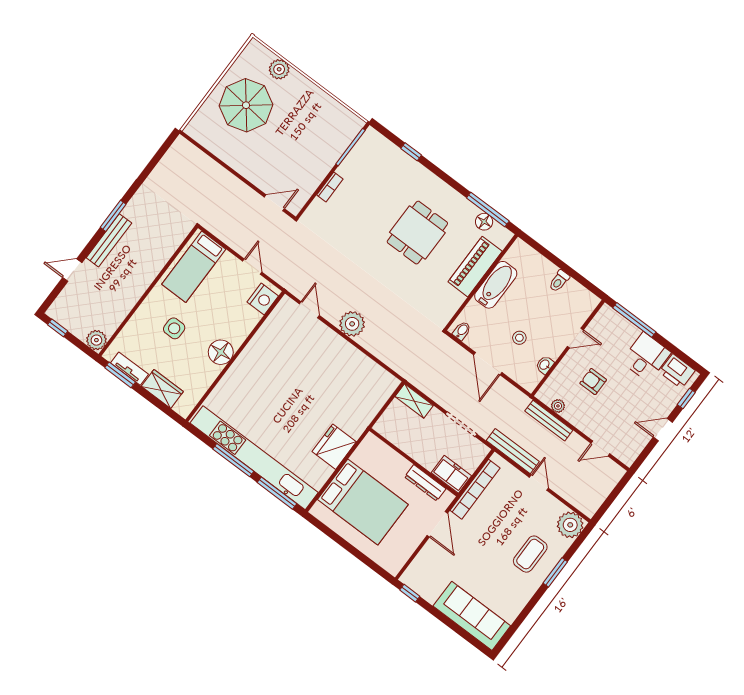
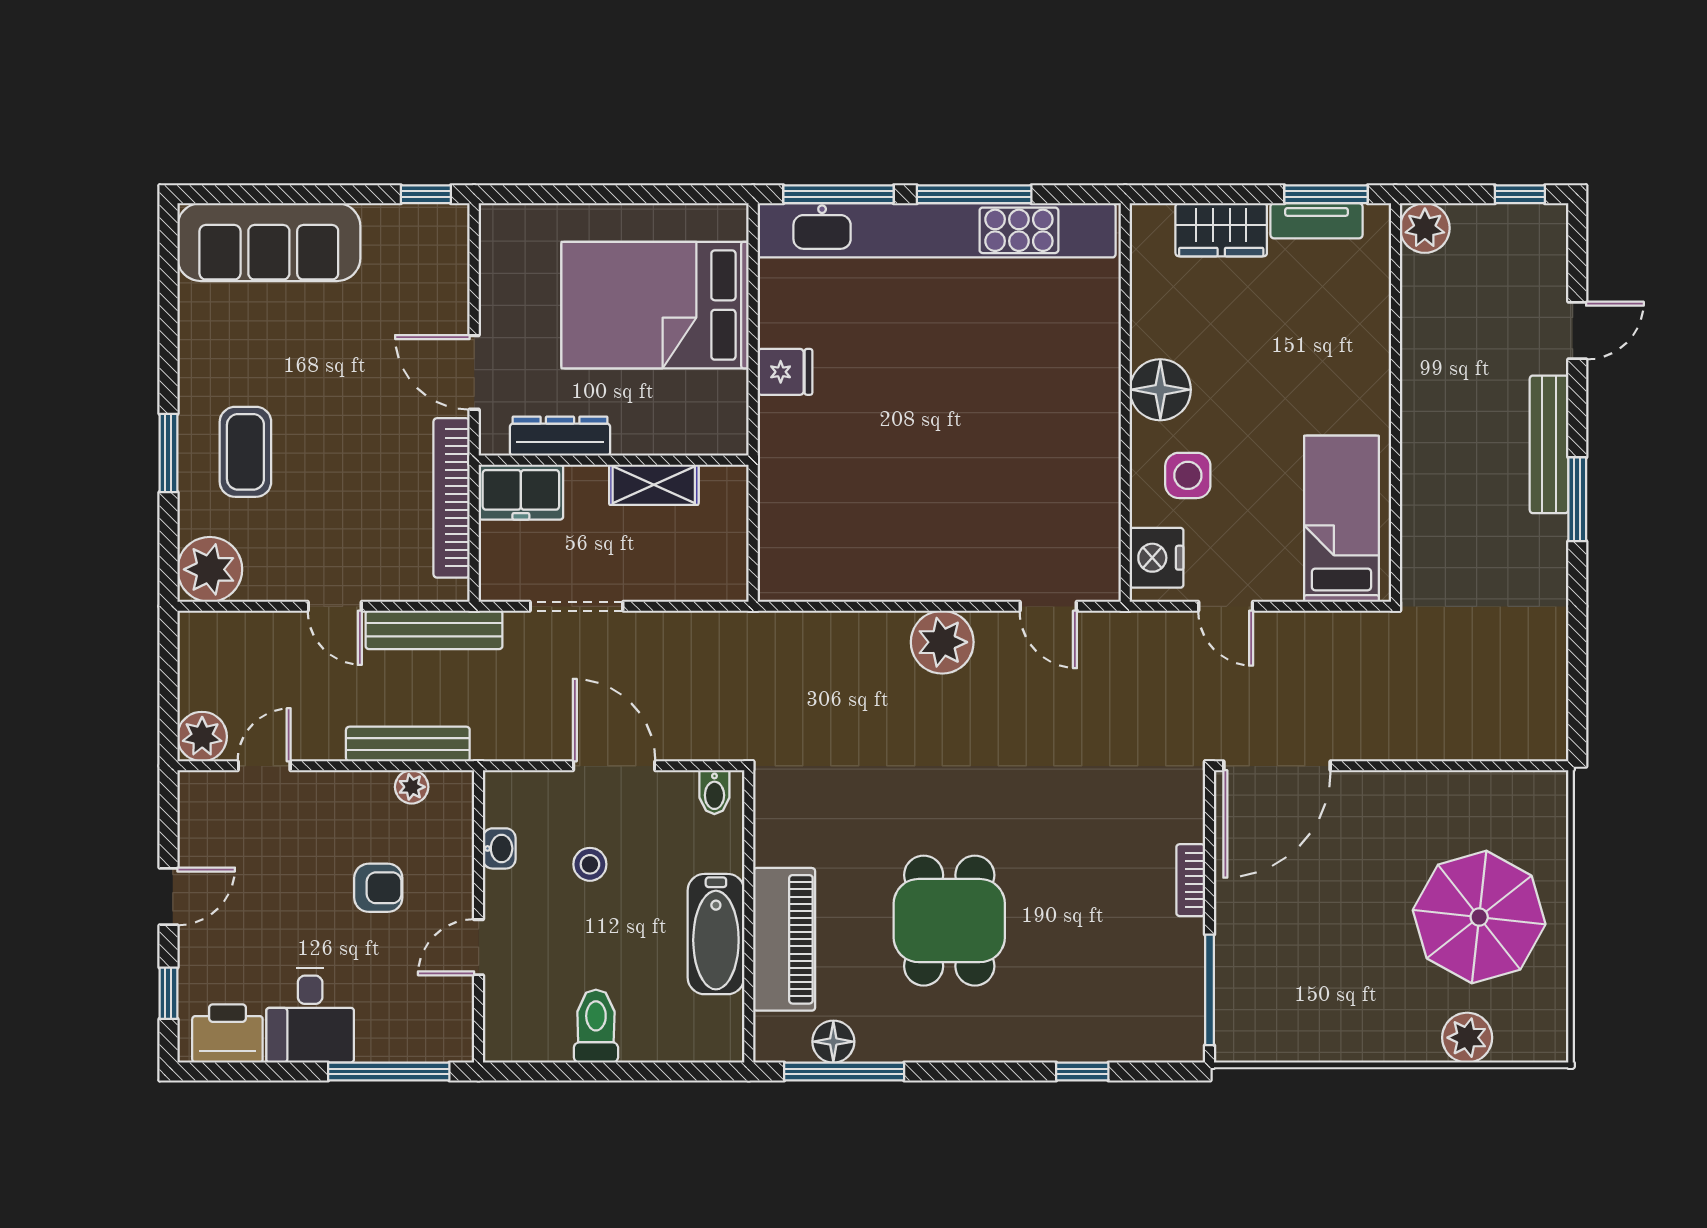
door: (274, 203) -> (1277, 766), width x1.88
toilet: (559, 281) -> (596, 1026), width x1.37, depth x1.39
side table: (174, 328) -> (1188, 475), moved
shelving: (414, 401) -> (654, 485), moved
fridge: (334, 447) -> (785, 372), width x0.53, depth x0.75
plant: (613, 473) -> (202, 737), added

